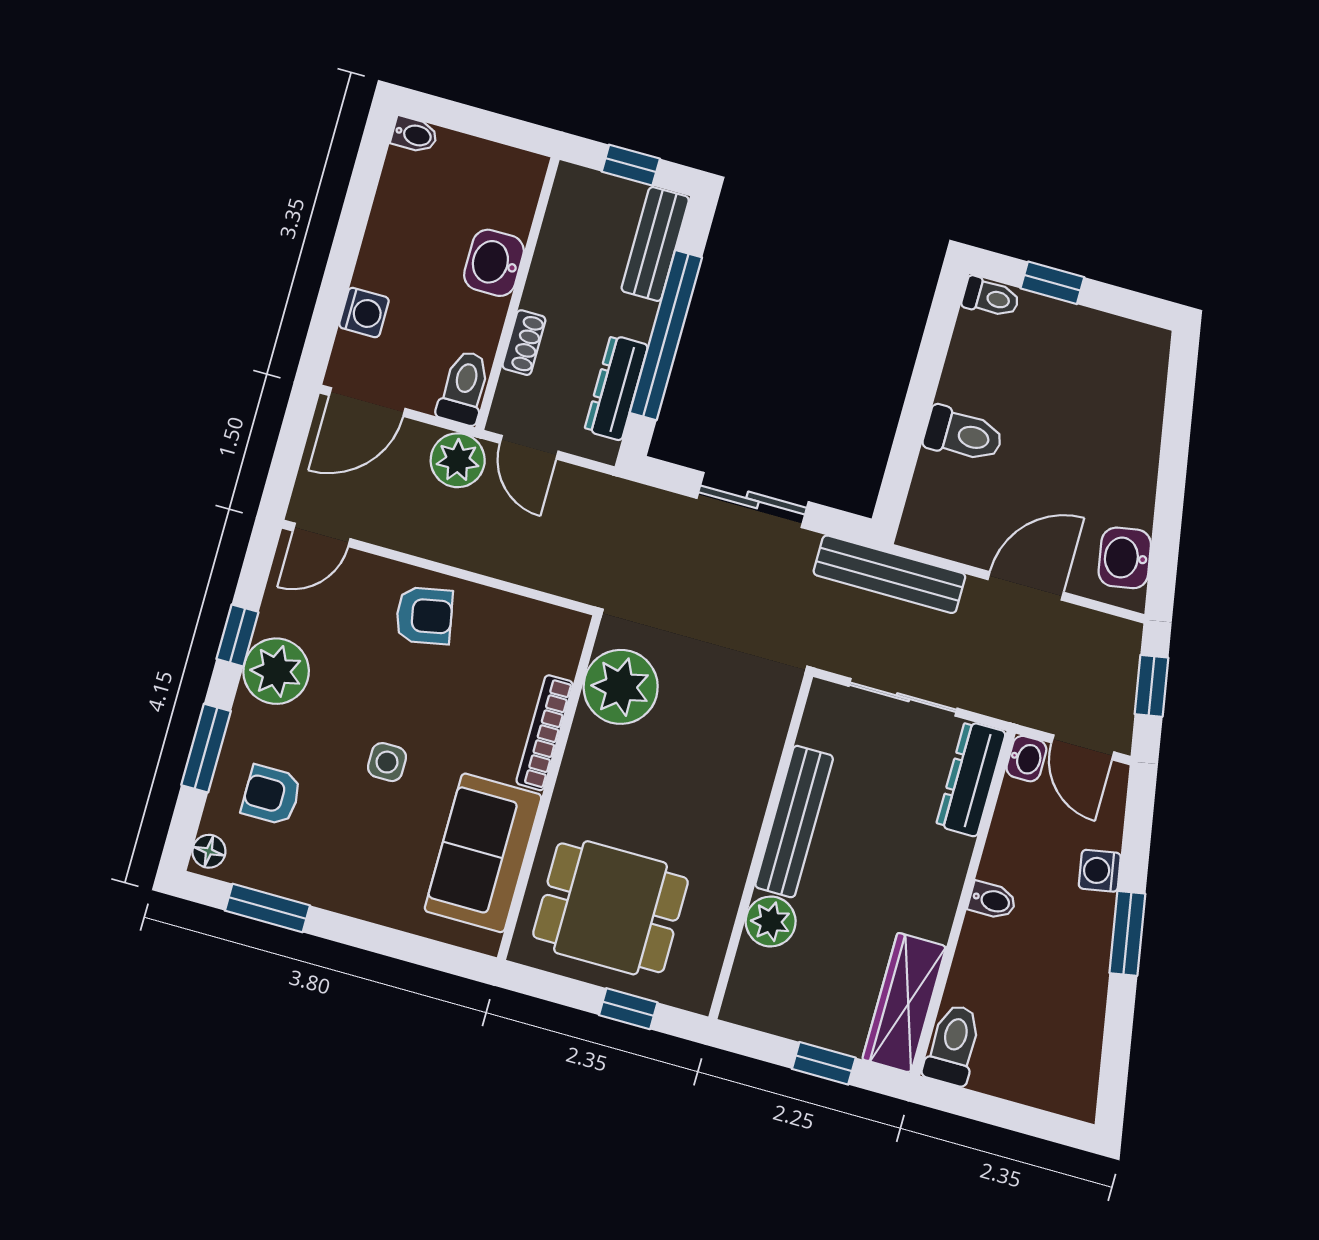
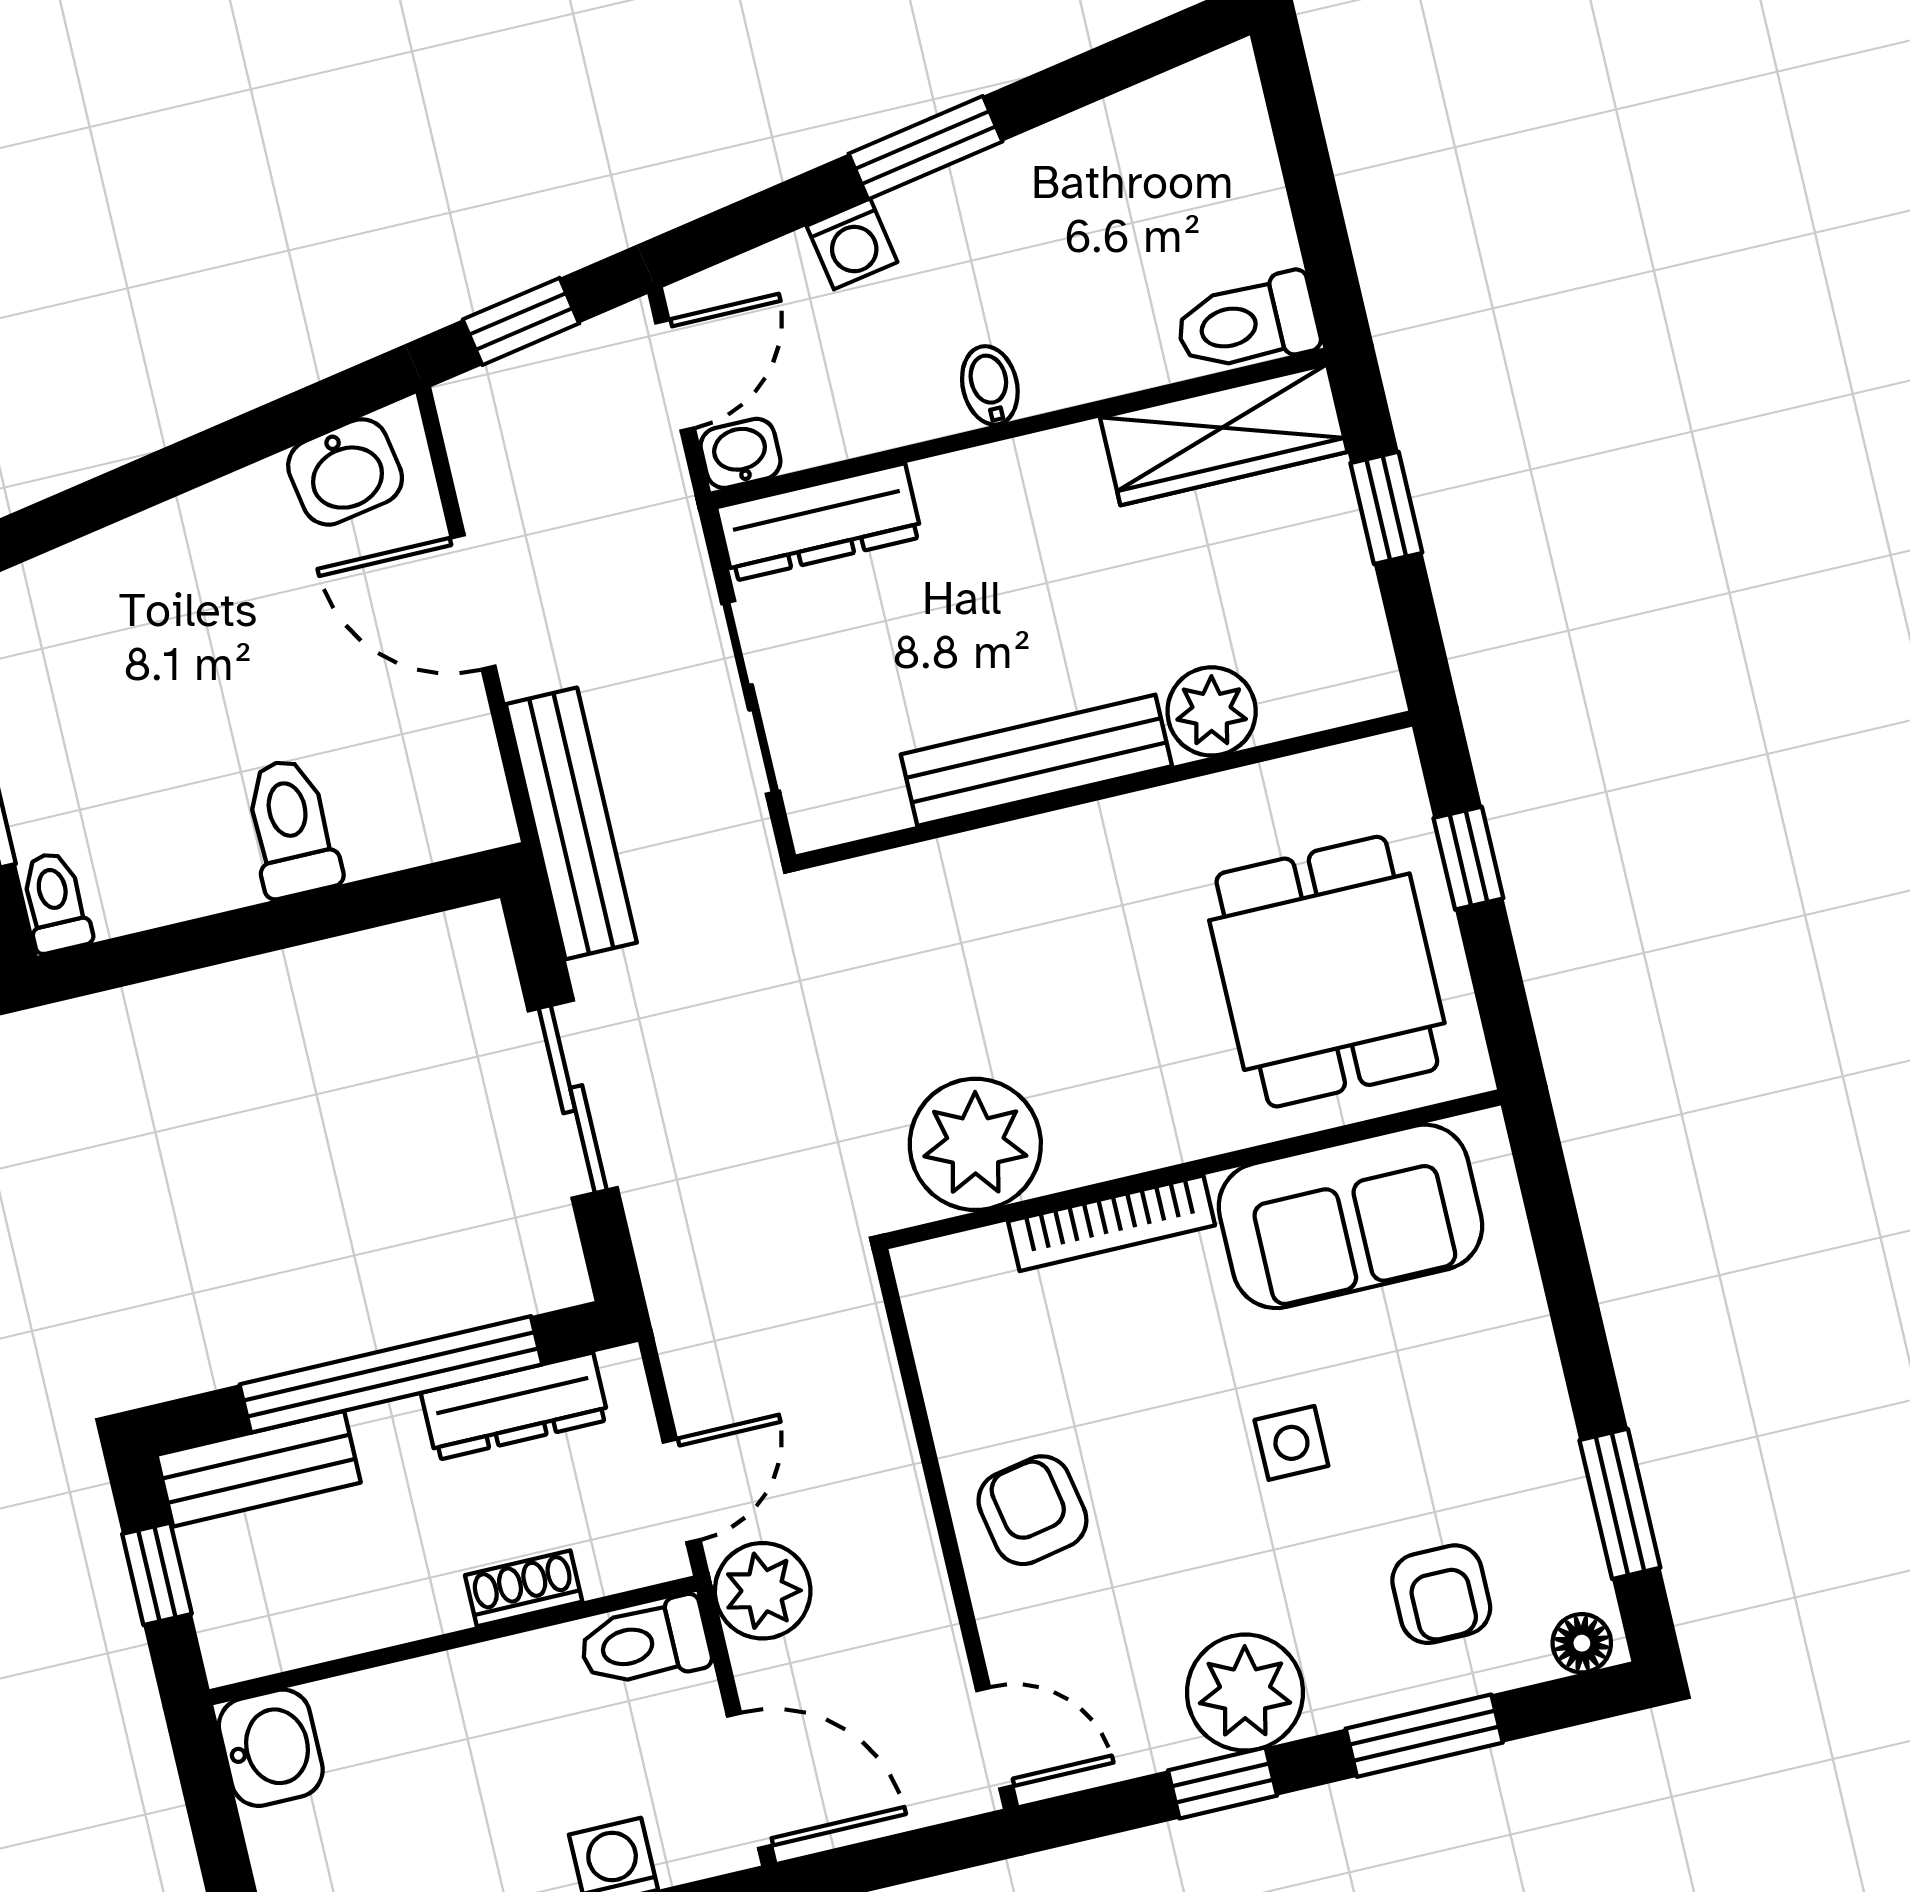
washbasin: (494, 263) -> (271, 1748), moved, turned -90

